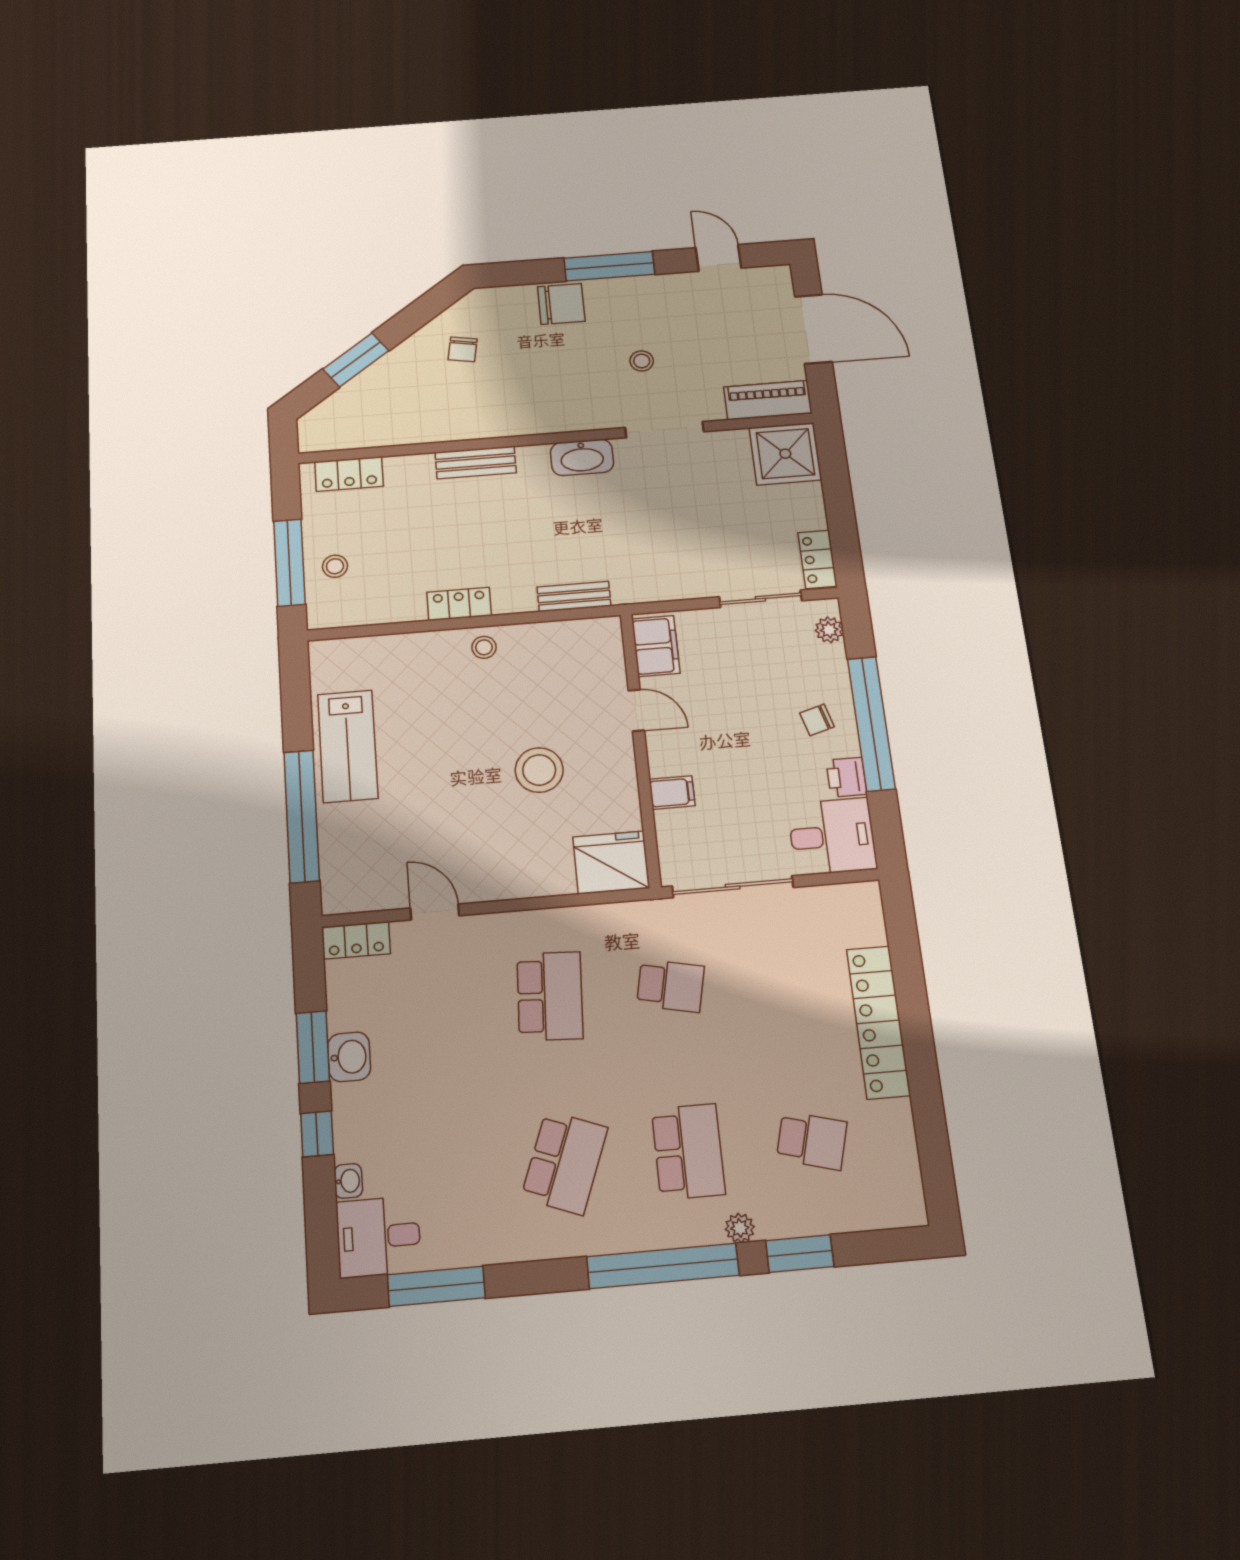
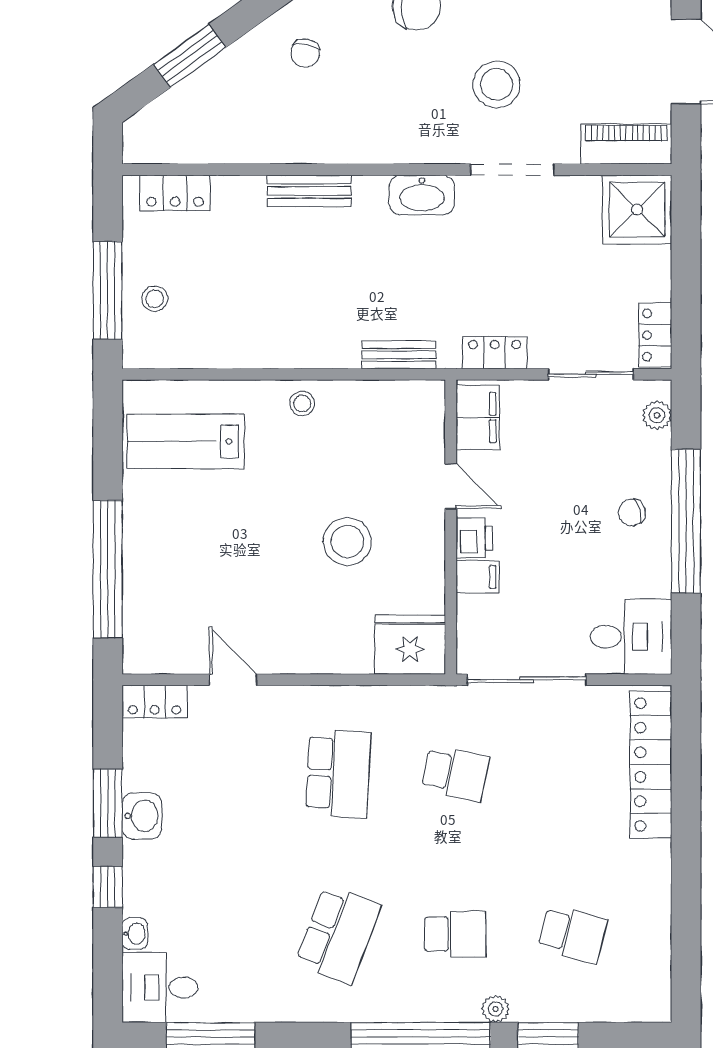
stool: (642, 361) -> (497, 84), width x1.89, depth x1.89
locker: (459, 604) -> (495, 353), moved
lab bench: (348, 746) -> (186, 441), moved, turned 90
printer: (847, 777) -> (474, 538), moved, turned 180
locker: (878, 1022) -> (651, 765), moved
school desk: (688, 1152) -> (455, 934), width x0.54

